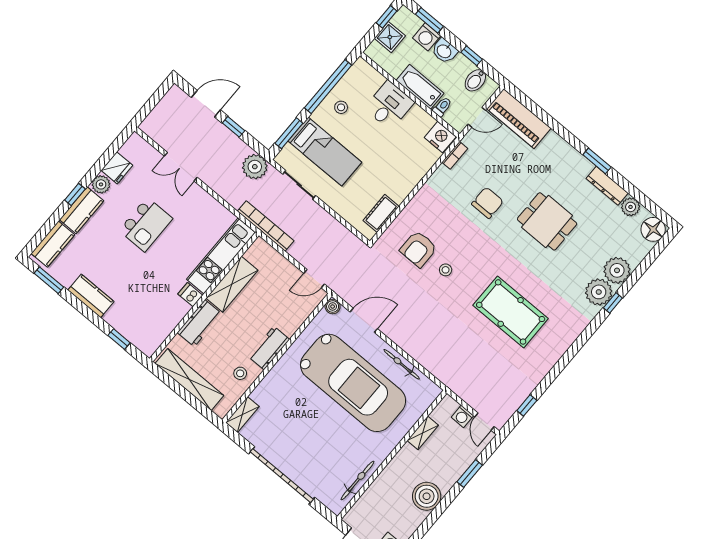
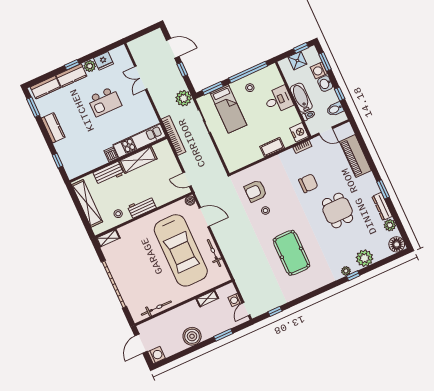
piano: (519, 119) -> (355, 156), moved
cot: (381, 213) -> (272, 147), moved
plant: (599, 292) -> (346, 271), width x0.53, depth x0.53

